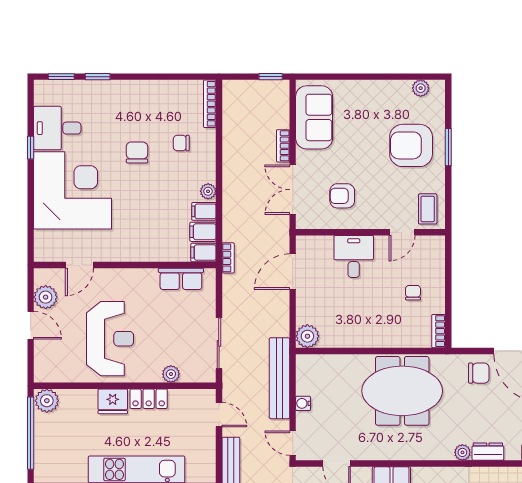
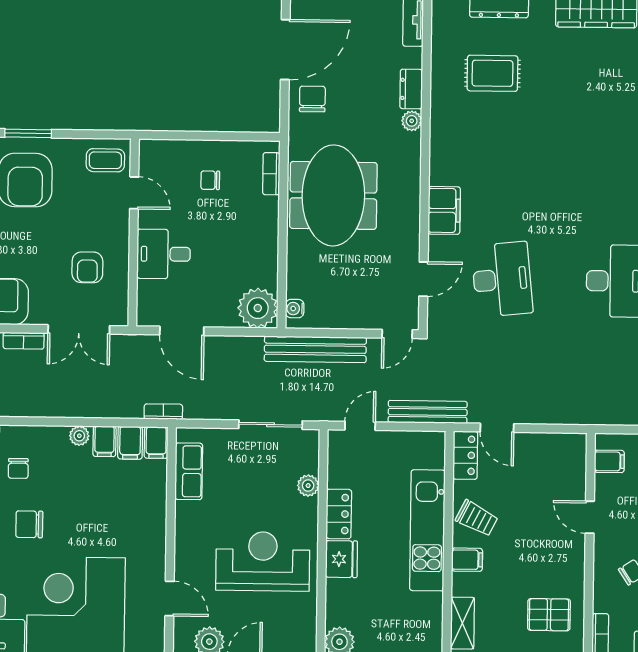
bookcase: (438, 331) -> (271, 174), moved, turned 90
plant: (307, 336) -> (258, 308), width x1.36, depth x1.36
water cooler: (303, 403) -> (295, 309), moved, turned 90

